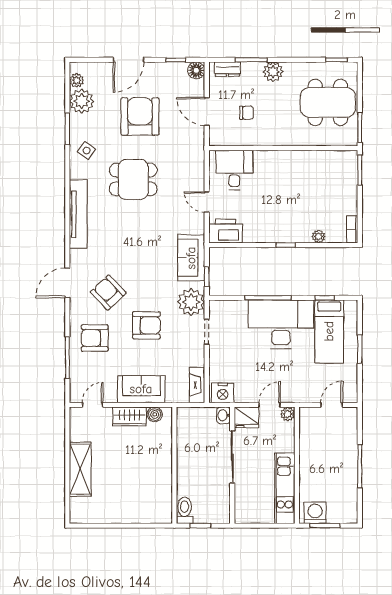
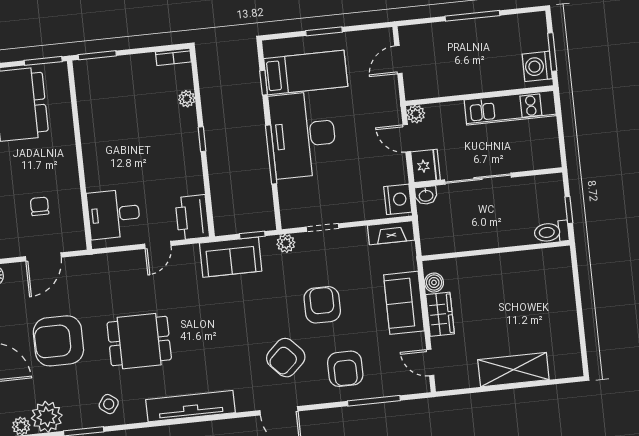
dining table: (133, 179) -> (139, 341), turned 90
plant: (191, 302) -> (286, 243), width x0.53, depth x0.53
door: (332, 405) -> (398, 60), hinge flipped

